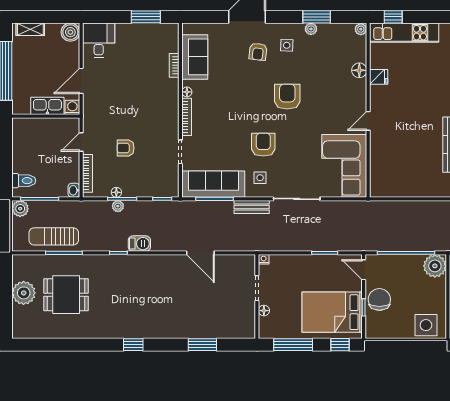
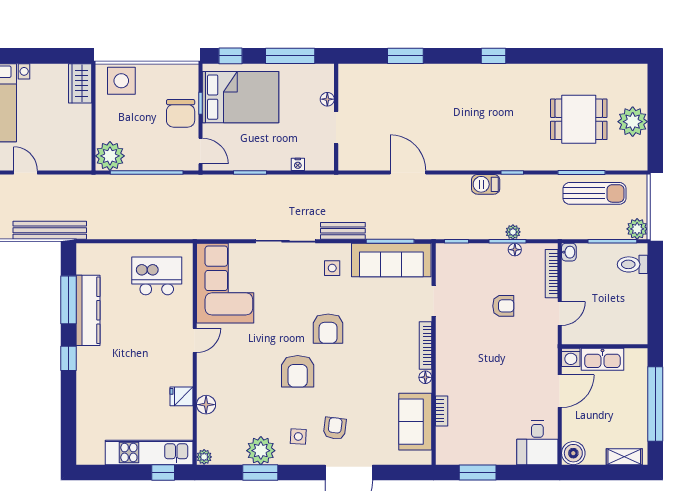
plant: (311, 29) -> (261, 451), width x1.87, depth x1.87
armchair: (263, 145) -> (328, 329), moved
kitchen island: (398, 172) -> (157, 276), added
nightstand: (264, 259) -> (298, 164), moved

